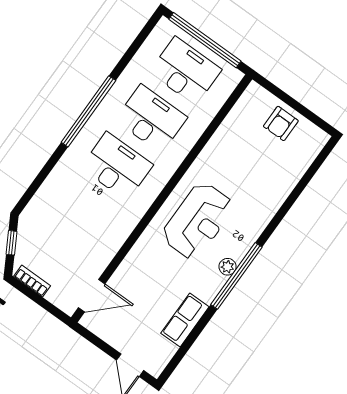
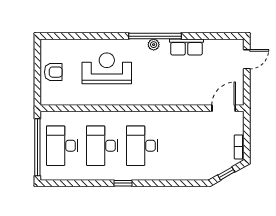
window: (88, 111) -> (123, 183), width x0.32
reception desk: (198, 221) -> (107, 68), moved
door: (92, 296) -> (224, 108), hinge flipped
row of seats: (185, 320) -> (187, 47), moved

